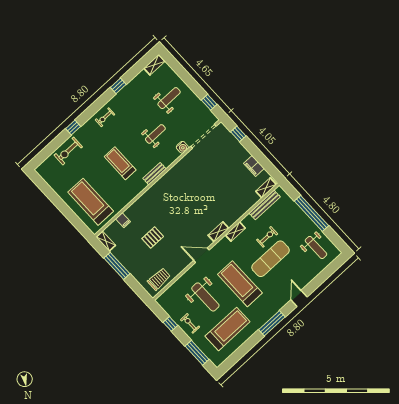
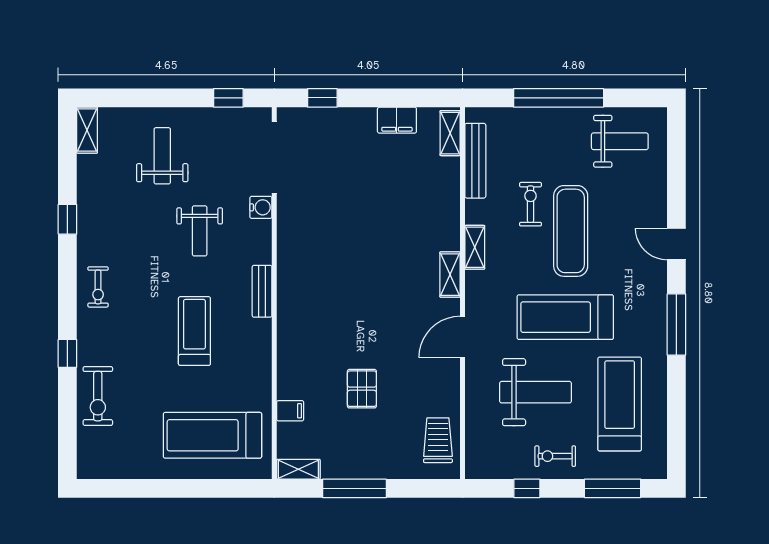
weight bench: (155, 134) -> (200, 231), turned 180
treadmill: (120, 163) -> (194, 331), turned 90

